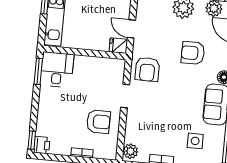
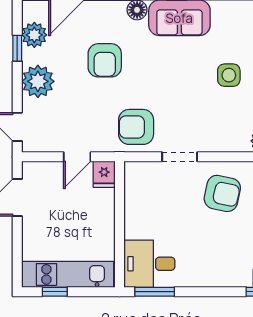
armchair: (147, 69) -> (136, 127), turned 180
armchair: (98, 122) -> (222, 193), turned 102
side table: (195, 141) -> (229, 75), moved

